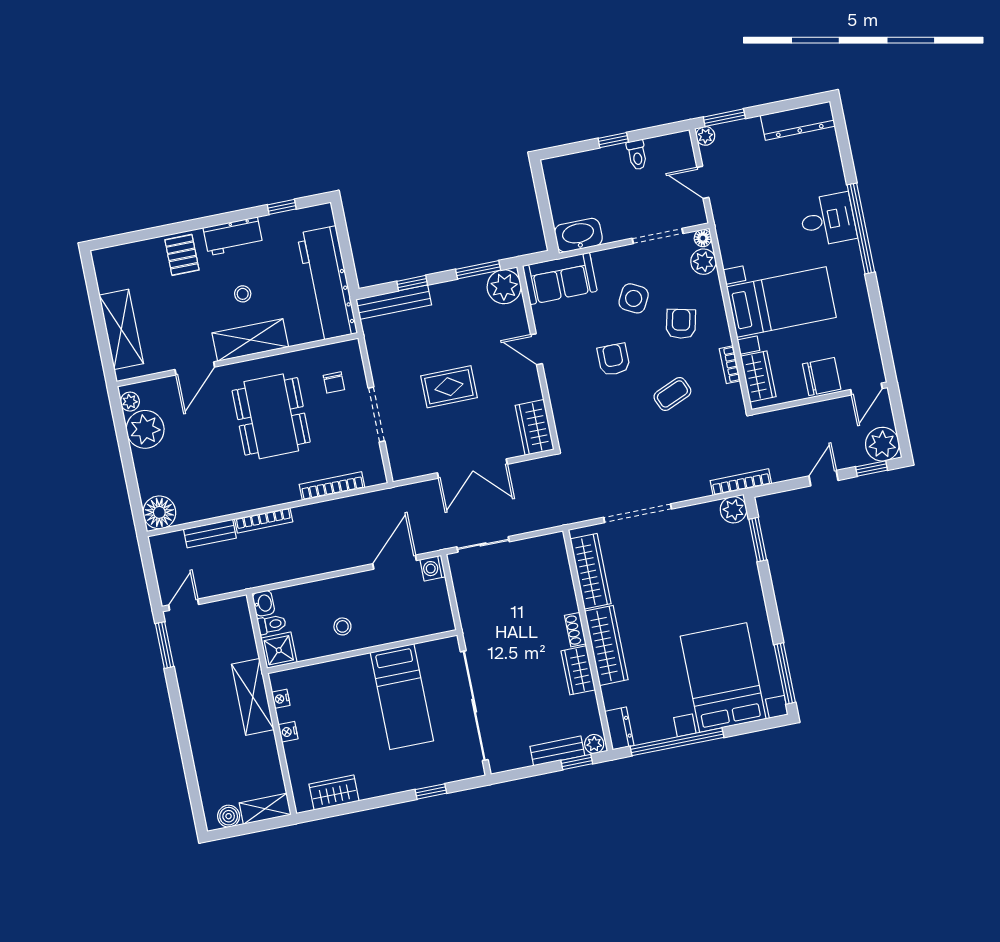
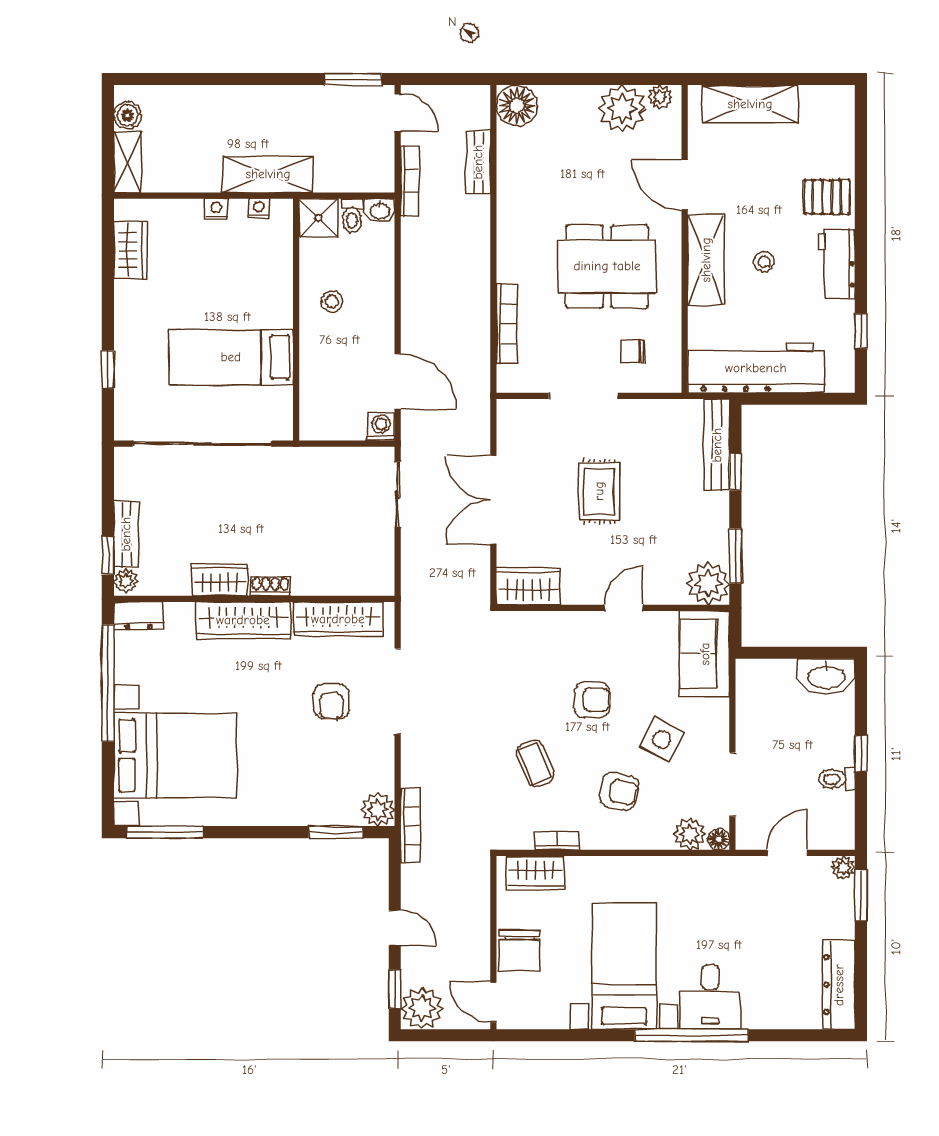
washbasin: (578, 235) -> (826, 676), moved, turned 90
bed with nightstands: (781, 302) -> (624, 966), moved, turned 180
bookcase: (264, 520) -> (410, 181), moved, turned 180
armchair: (656, 564) -> (331, 701), added

